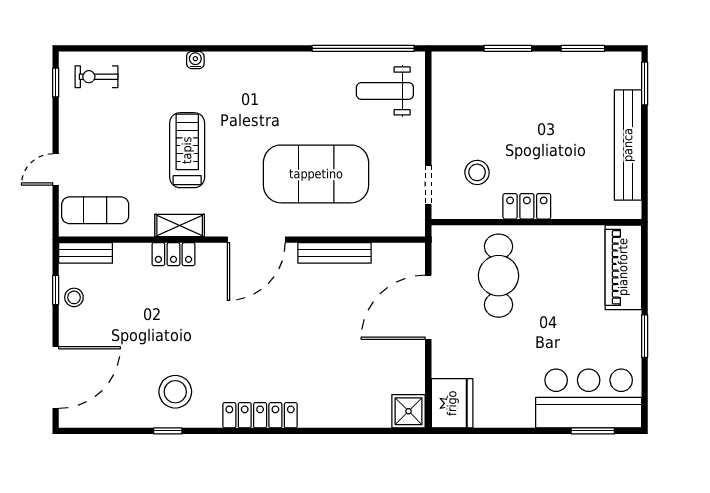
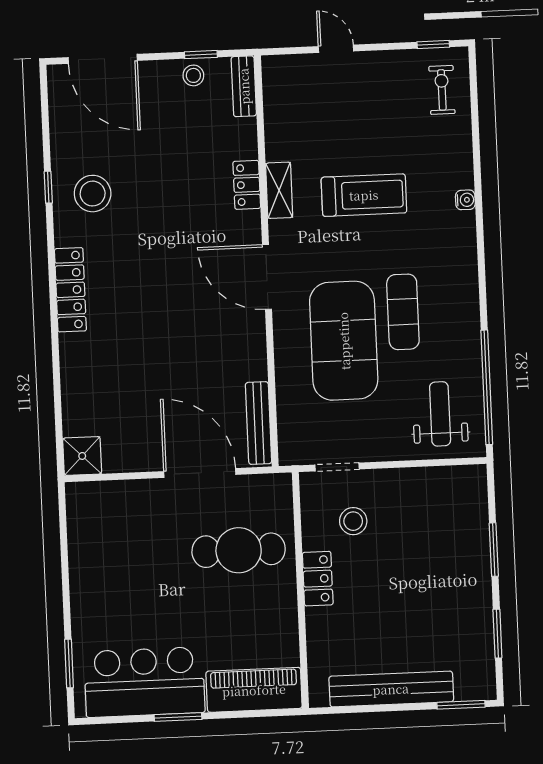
exercise mat: (95, 210) -> (403, 312), moved
bench: (334, 253) -> (259, 423), moved
bar counter: (589, 398) -> (144, 682), moved, turned -90
fridge: (452, 403) -> (93, 504), removed

